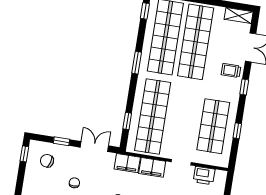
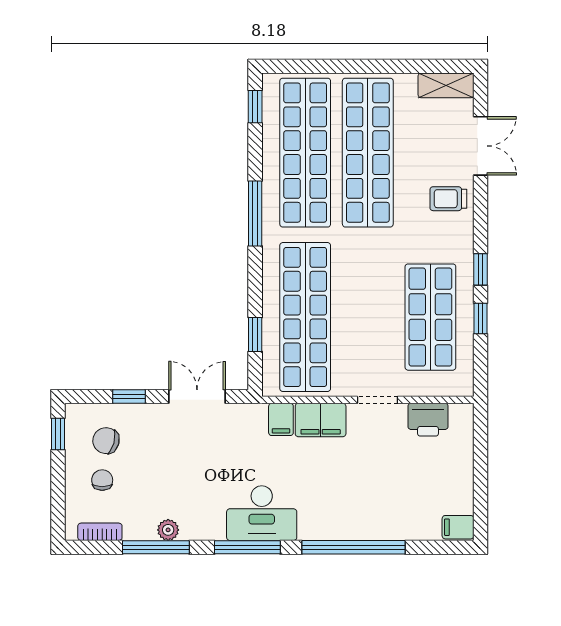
window: (137, 63) -> (255, 214), width x1.44
window: (244, 87) -> (480, 269), moved
filing cabinet: (127, 163) -> (281, 419), width x0.50
chair: (74, 183) -> (102, 480), moved

